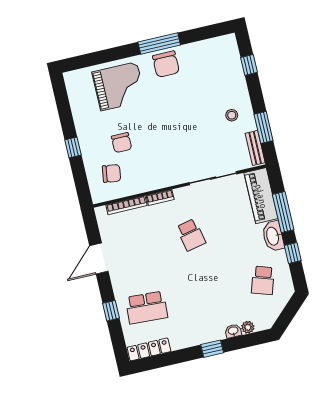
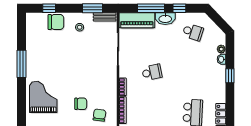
chair: (166, 64) -> (56, 22), moved

